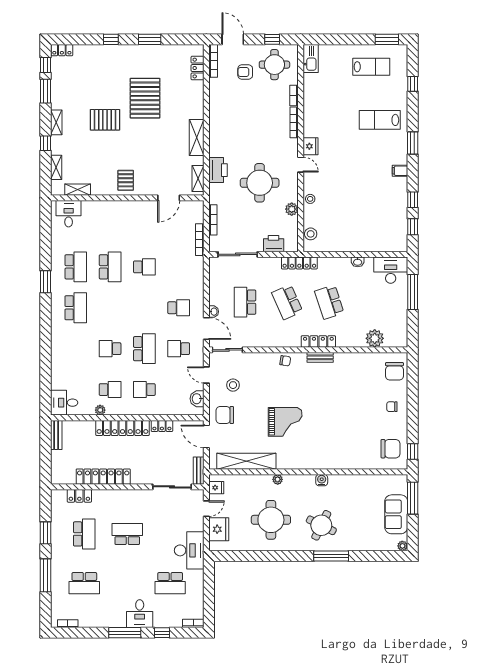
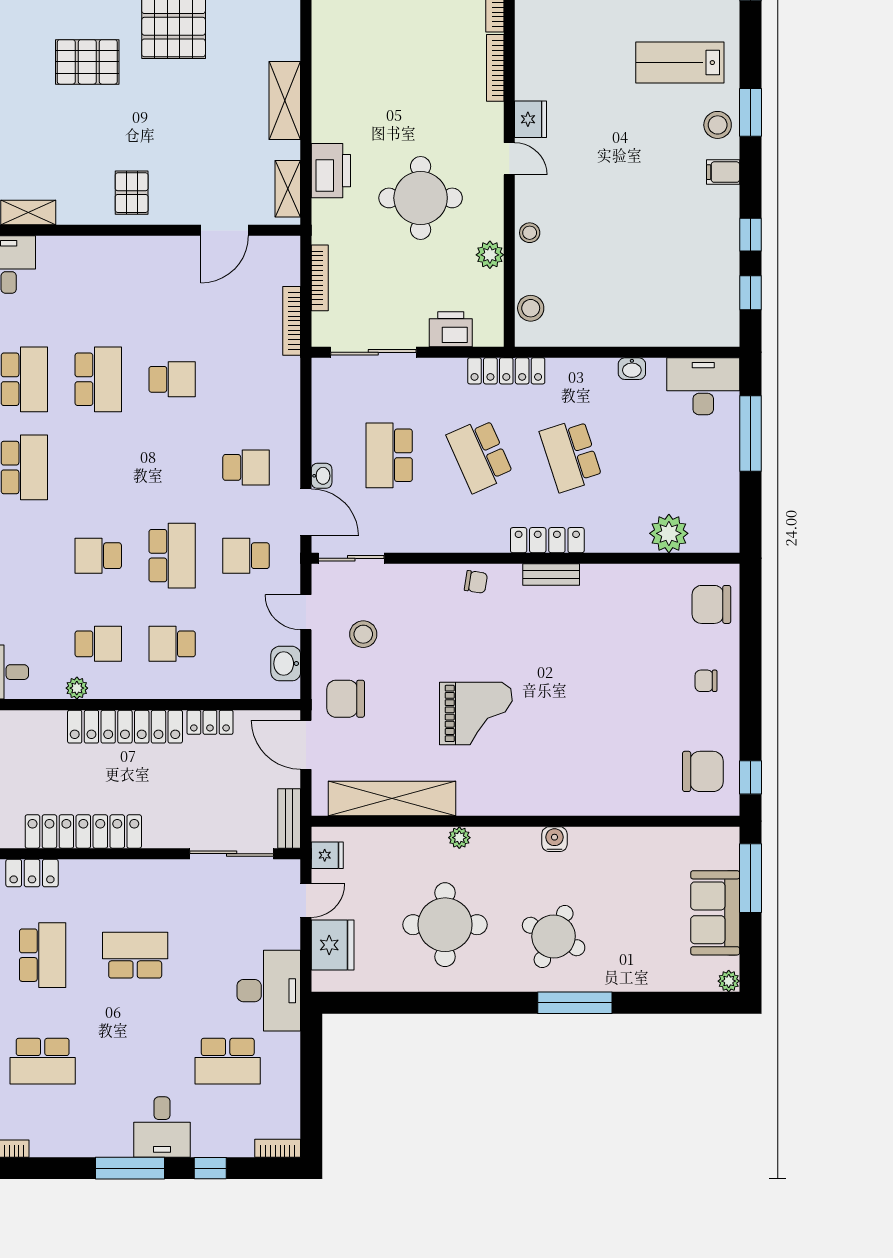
stool: (397, 149) -> (718, 125), added
chair: (394, 371) -> (711, 604), turned 90

